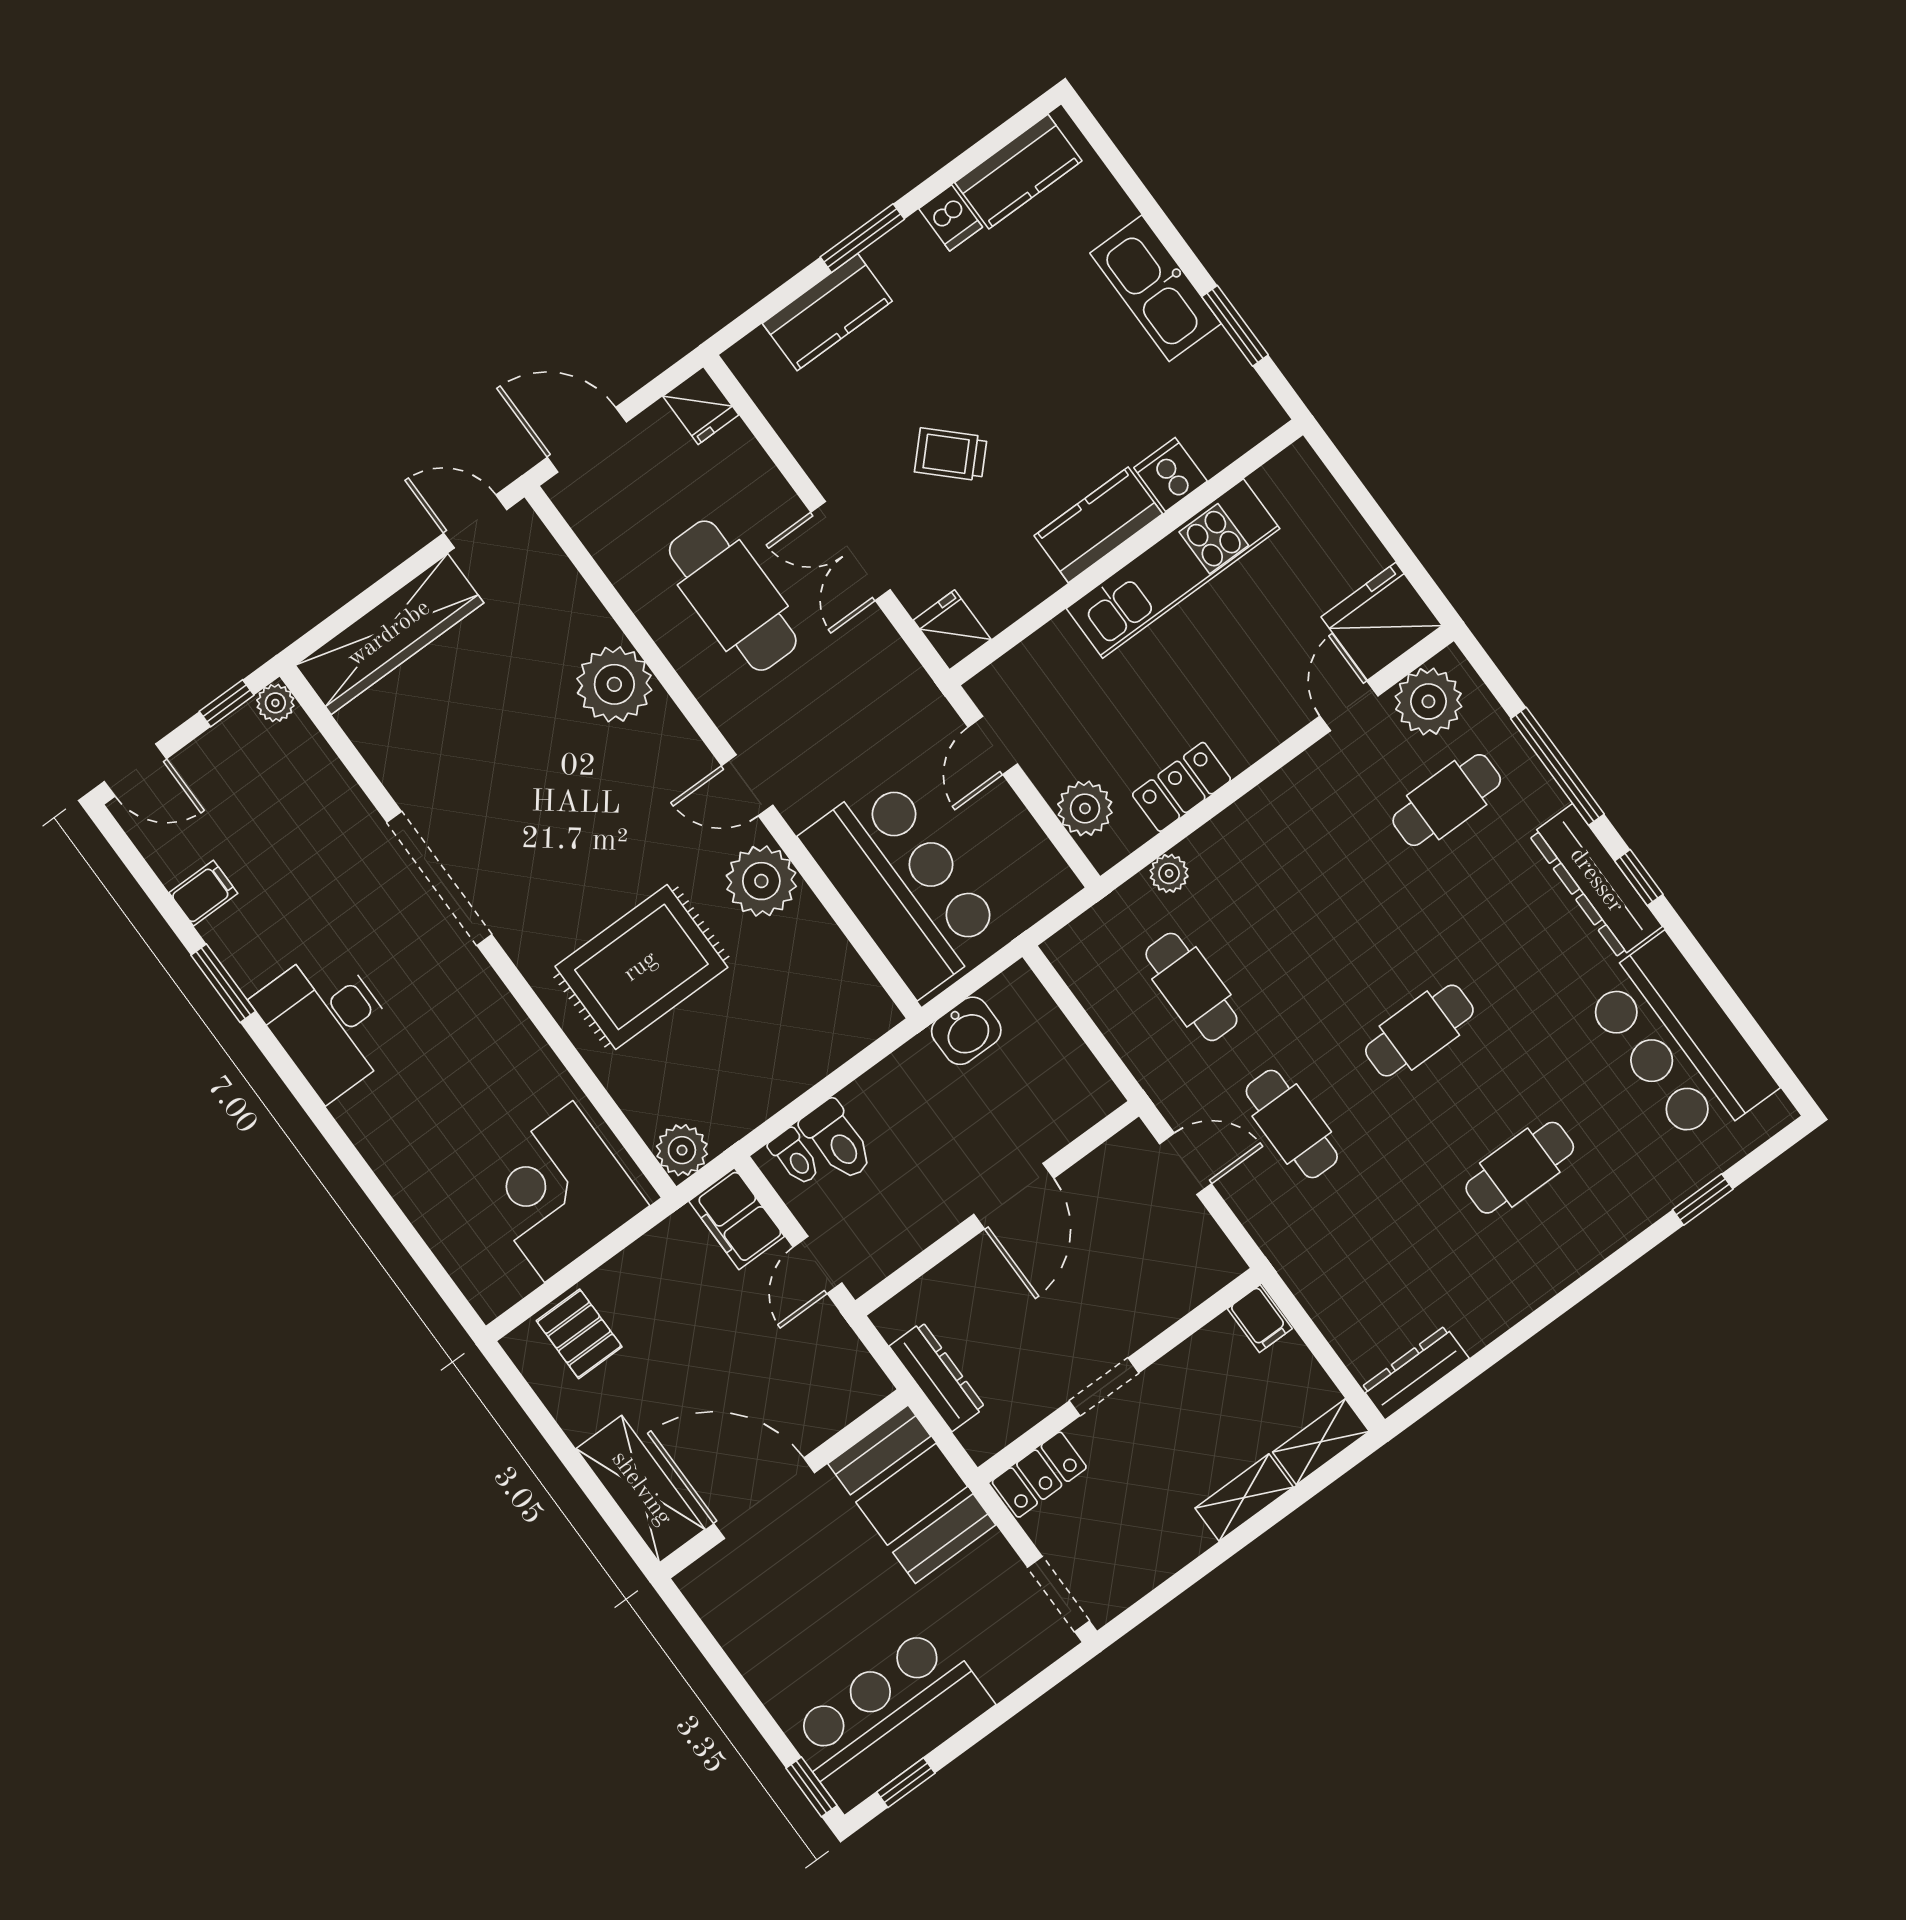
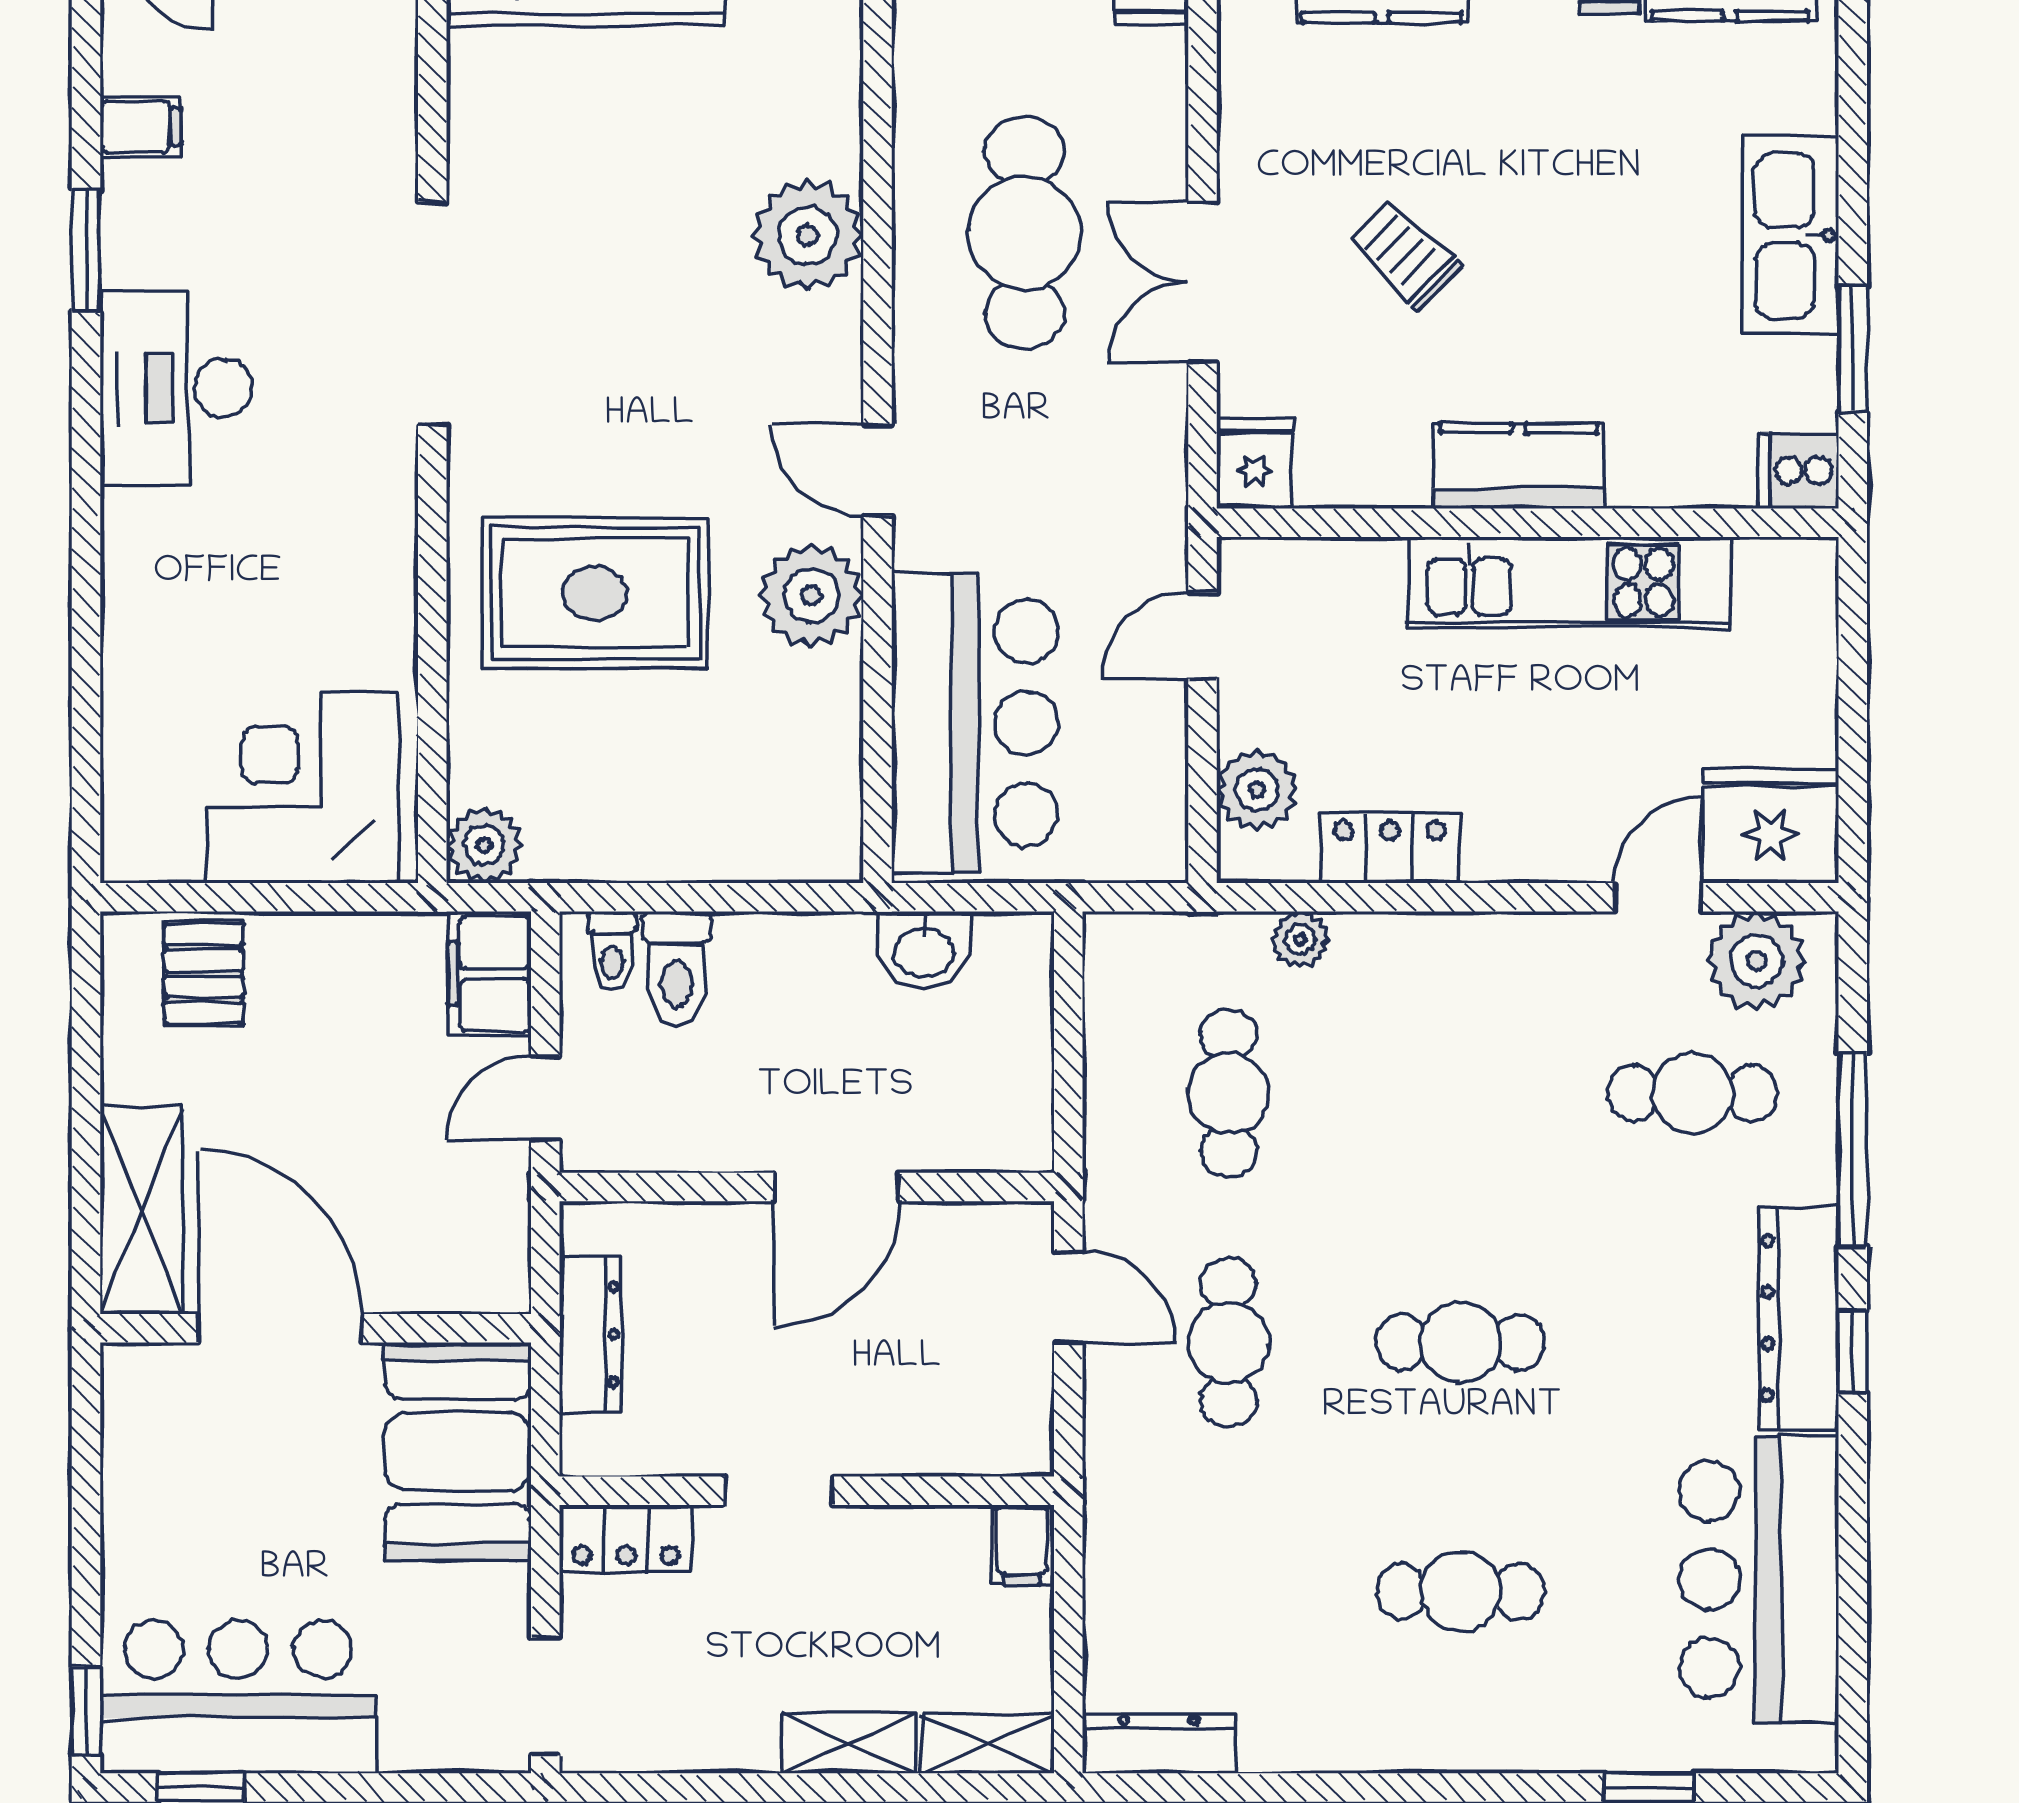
cooker: (1170, 474) -> (1799, 471), moved, turned -90

